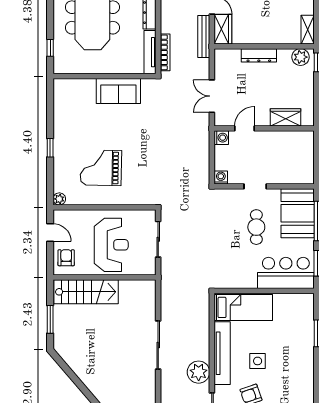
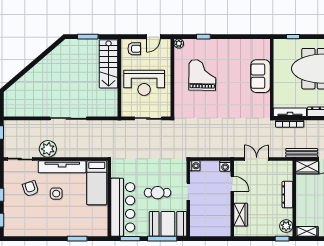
sofa: (118, 91) -> (260, 76), moved
window: (50, 148) -> (203, 37), moved
bar counter: (286, 273) -> (123, 207), width x1.36

